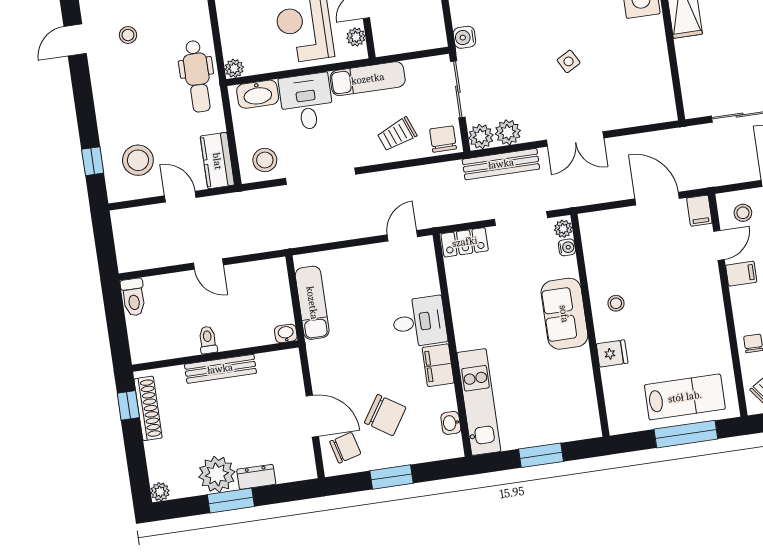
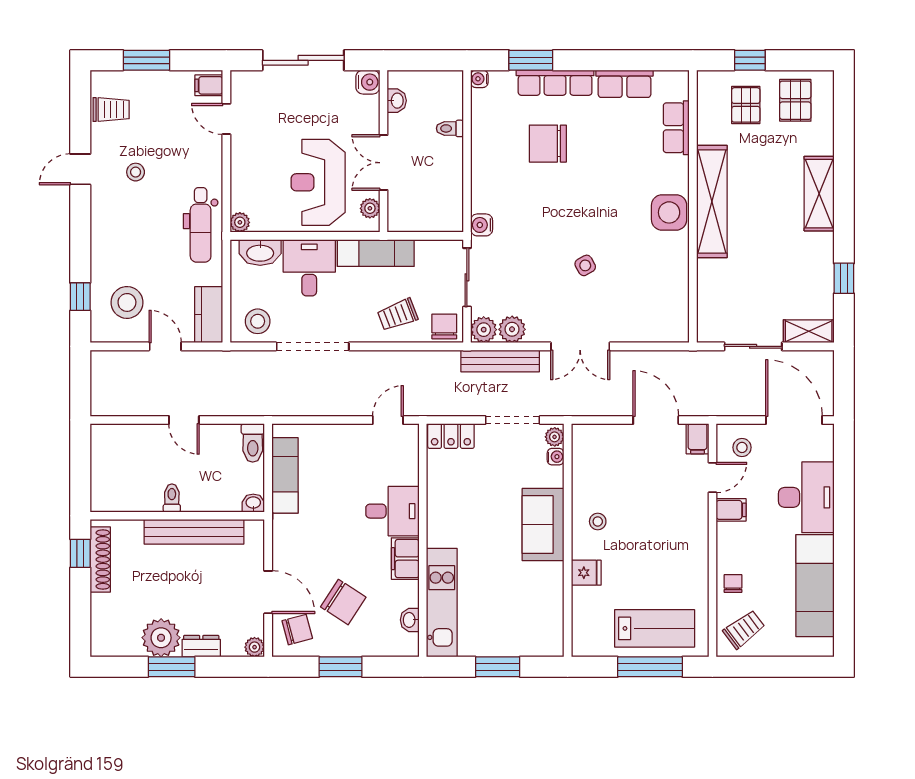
toilet: (133, 297) -> (253, 443), moved
bench: (220, 369) -> (194, 532), width x1.37, depth x1.21
plant: (160, 492) -> (255, 647), moved

